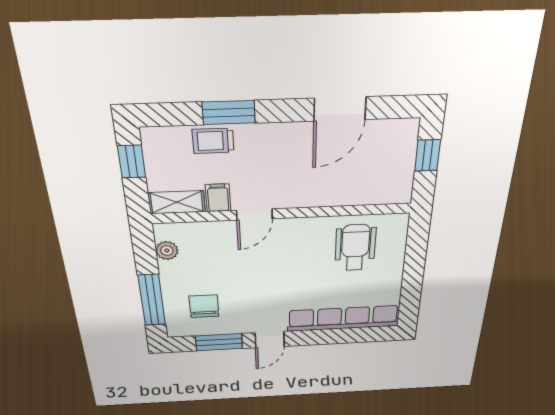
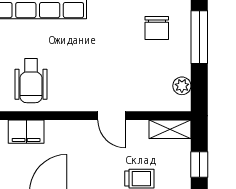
filing cabinet: (218, 198) -> (26, 132), moved, width x2.00
door: (254, 214) -> (112, 116), swing flipped

